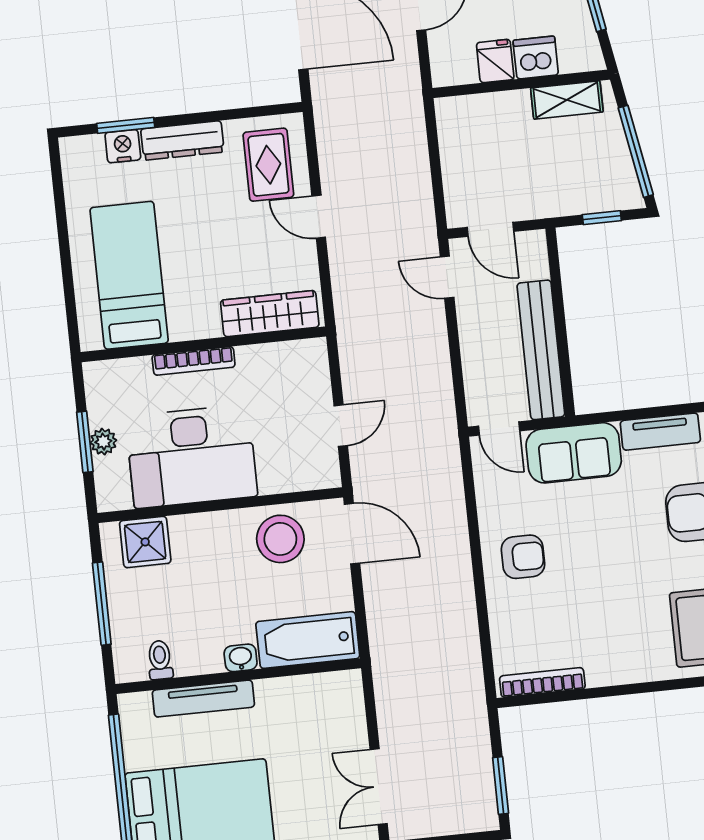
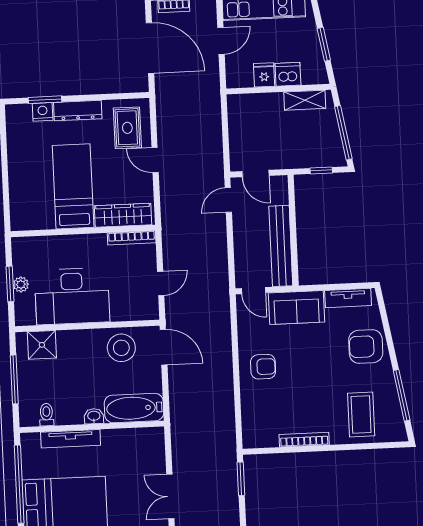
bed: (129, 275) -> (73, 186), moved
door: (447, 277) -> (228, 200), hinge flipped
bookcase: (194, 361) -> (132, 238), moved
bookcase: (542, 682) -> (304, 440), moved
window: (501, 785) -> (241, 479), moved

